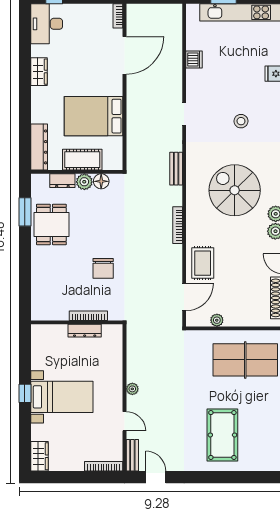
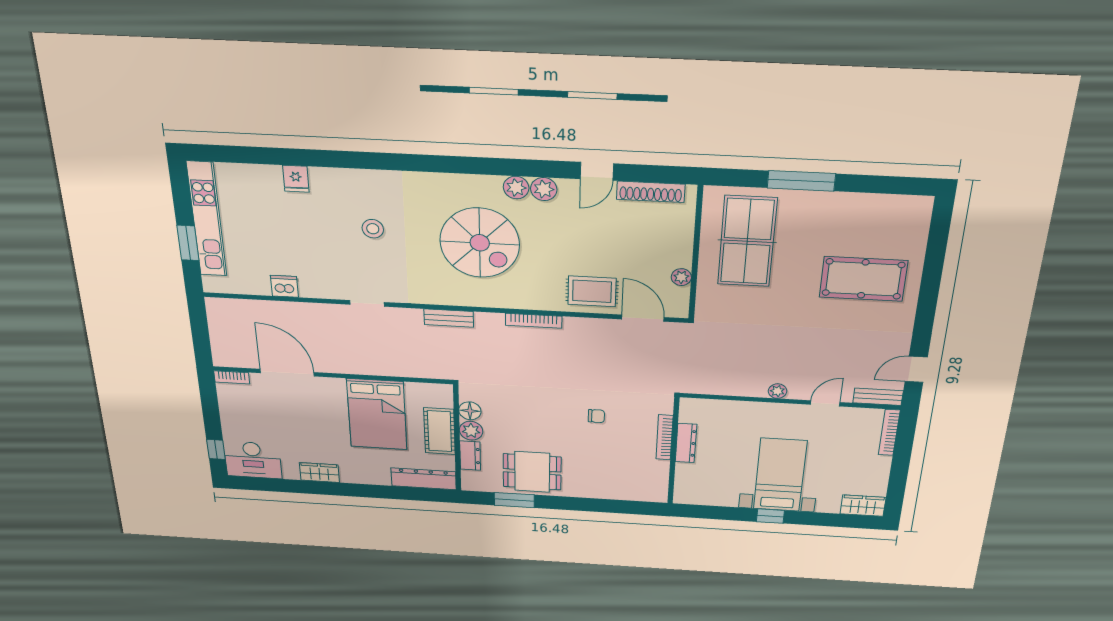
spiral stairs: (235, 190) -> (480, 243), turned -90
chair: (103, 268) -> (596, 416), width x0.54, depth x0.54

